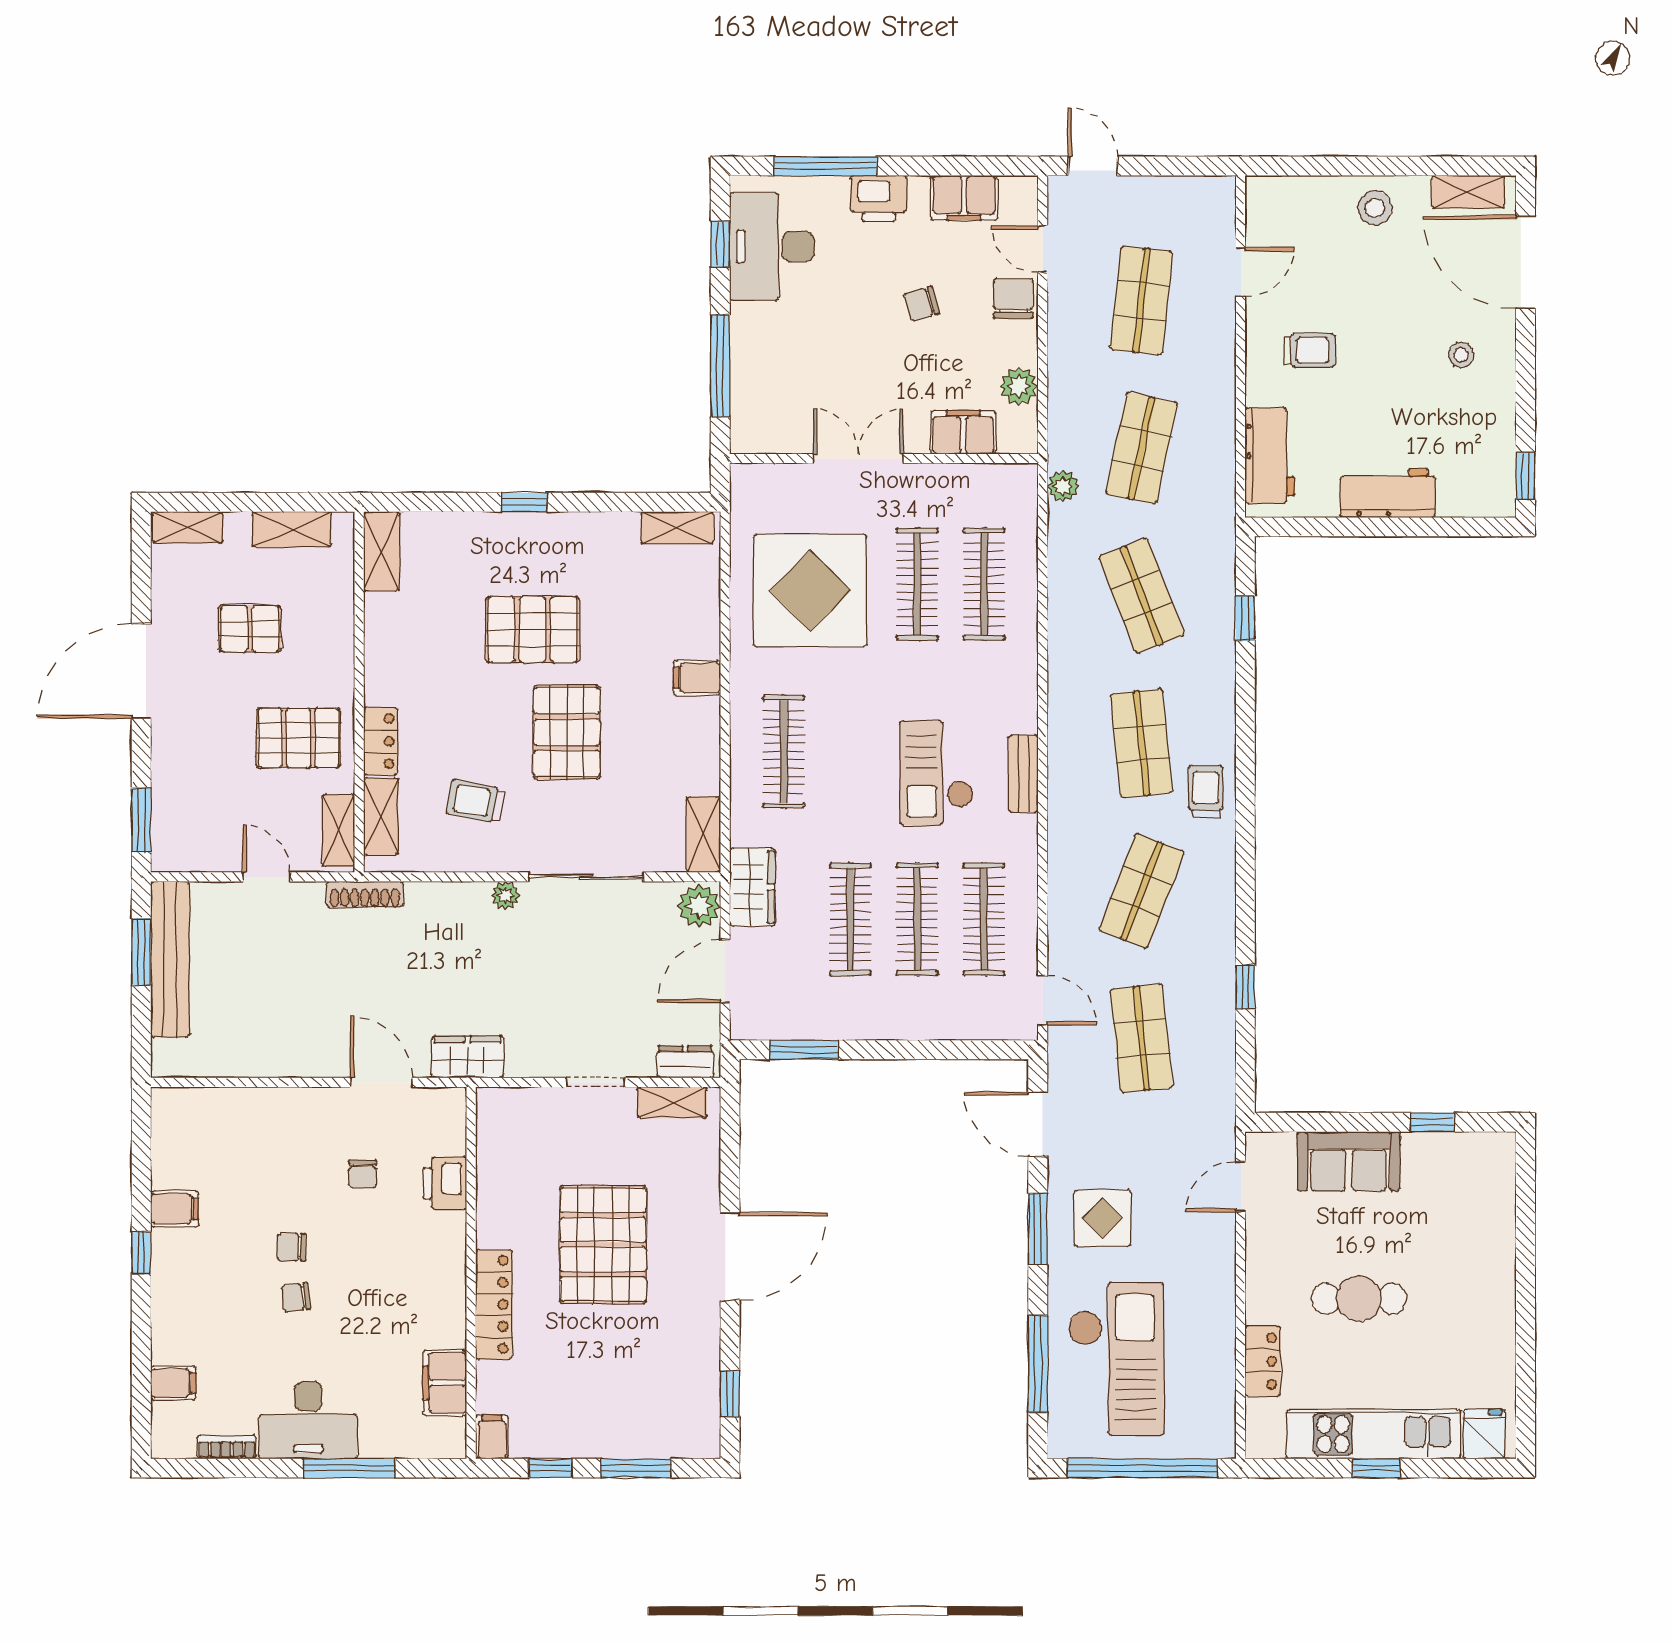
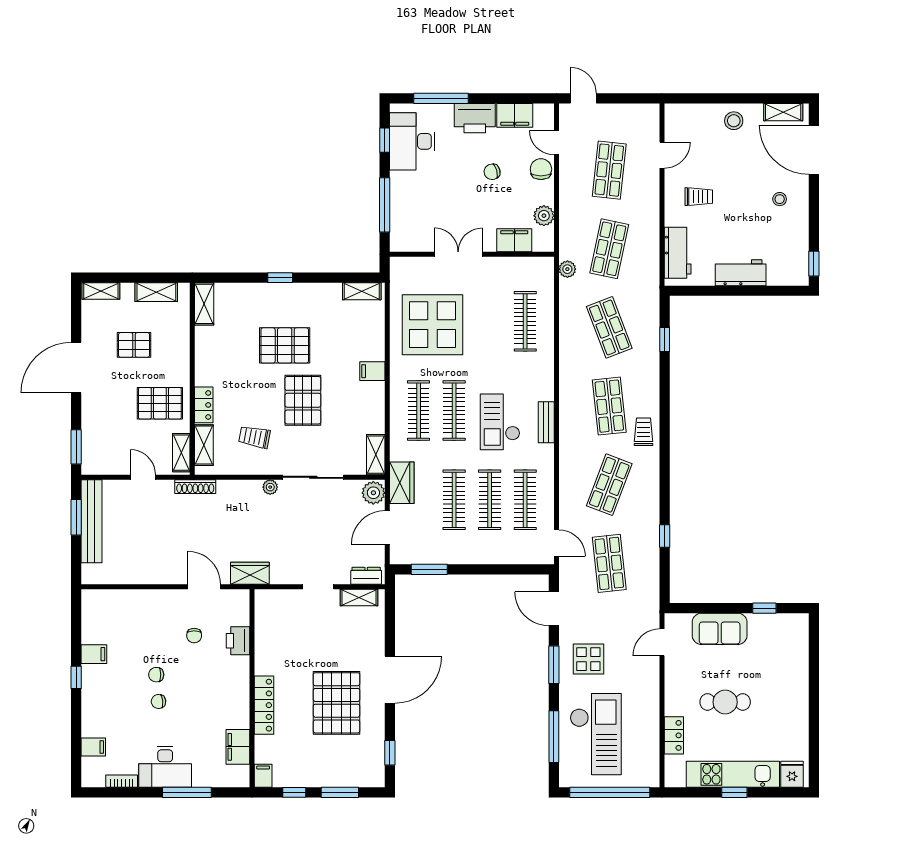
printer: (879, 198) -> (475, 118), width x1.37, depth x1.19
clothes rail: (917, 584) -> (454, 411), moved
pallet: (603, 1245) -> (336, 703), moved

